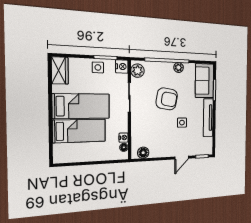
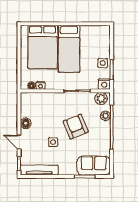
plant: (179, 68) -> (105, 116), moved
wardrobe: (60, 70) -> (99, 32), removed
armchair: (167, 99) -> (76, 127), turned 148
tv unit: (208, 118) -> (39, 170), moved
bed: (79, 131) -> (43, 47), width x1.50
floor lamp: (143, 153) -> (26, 123), moved

